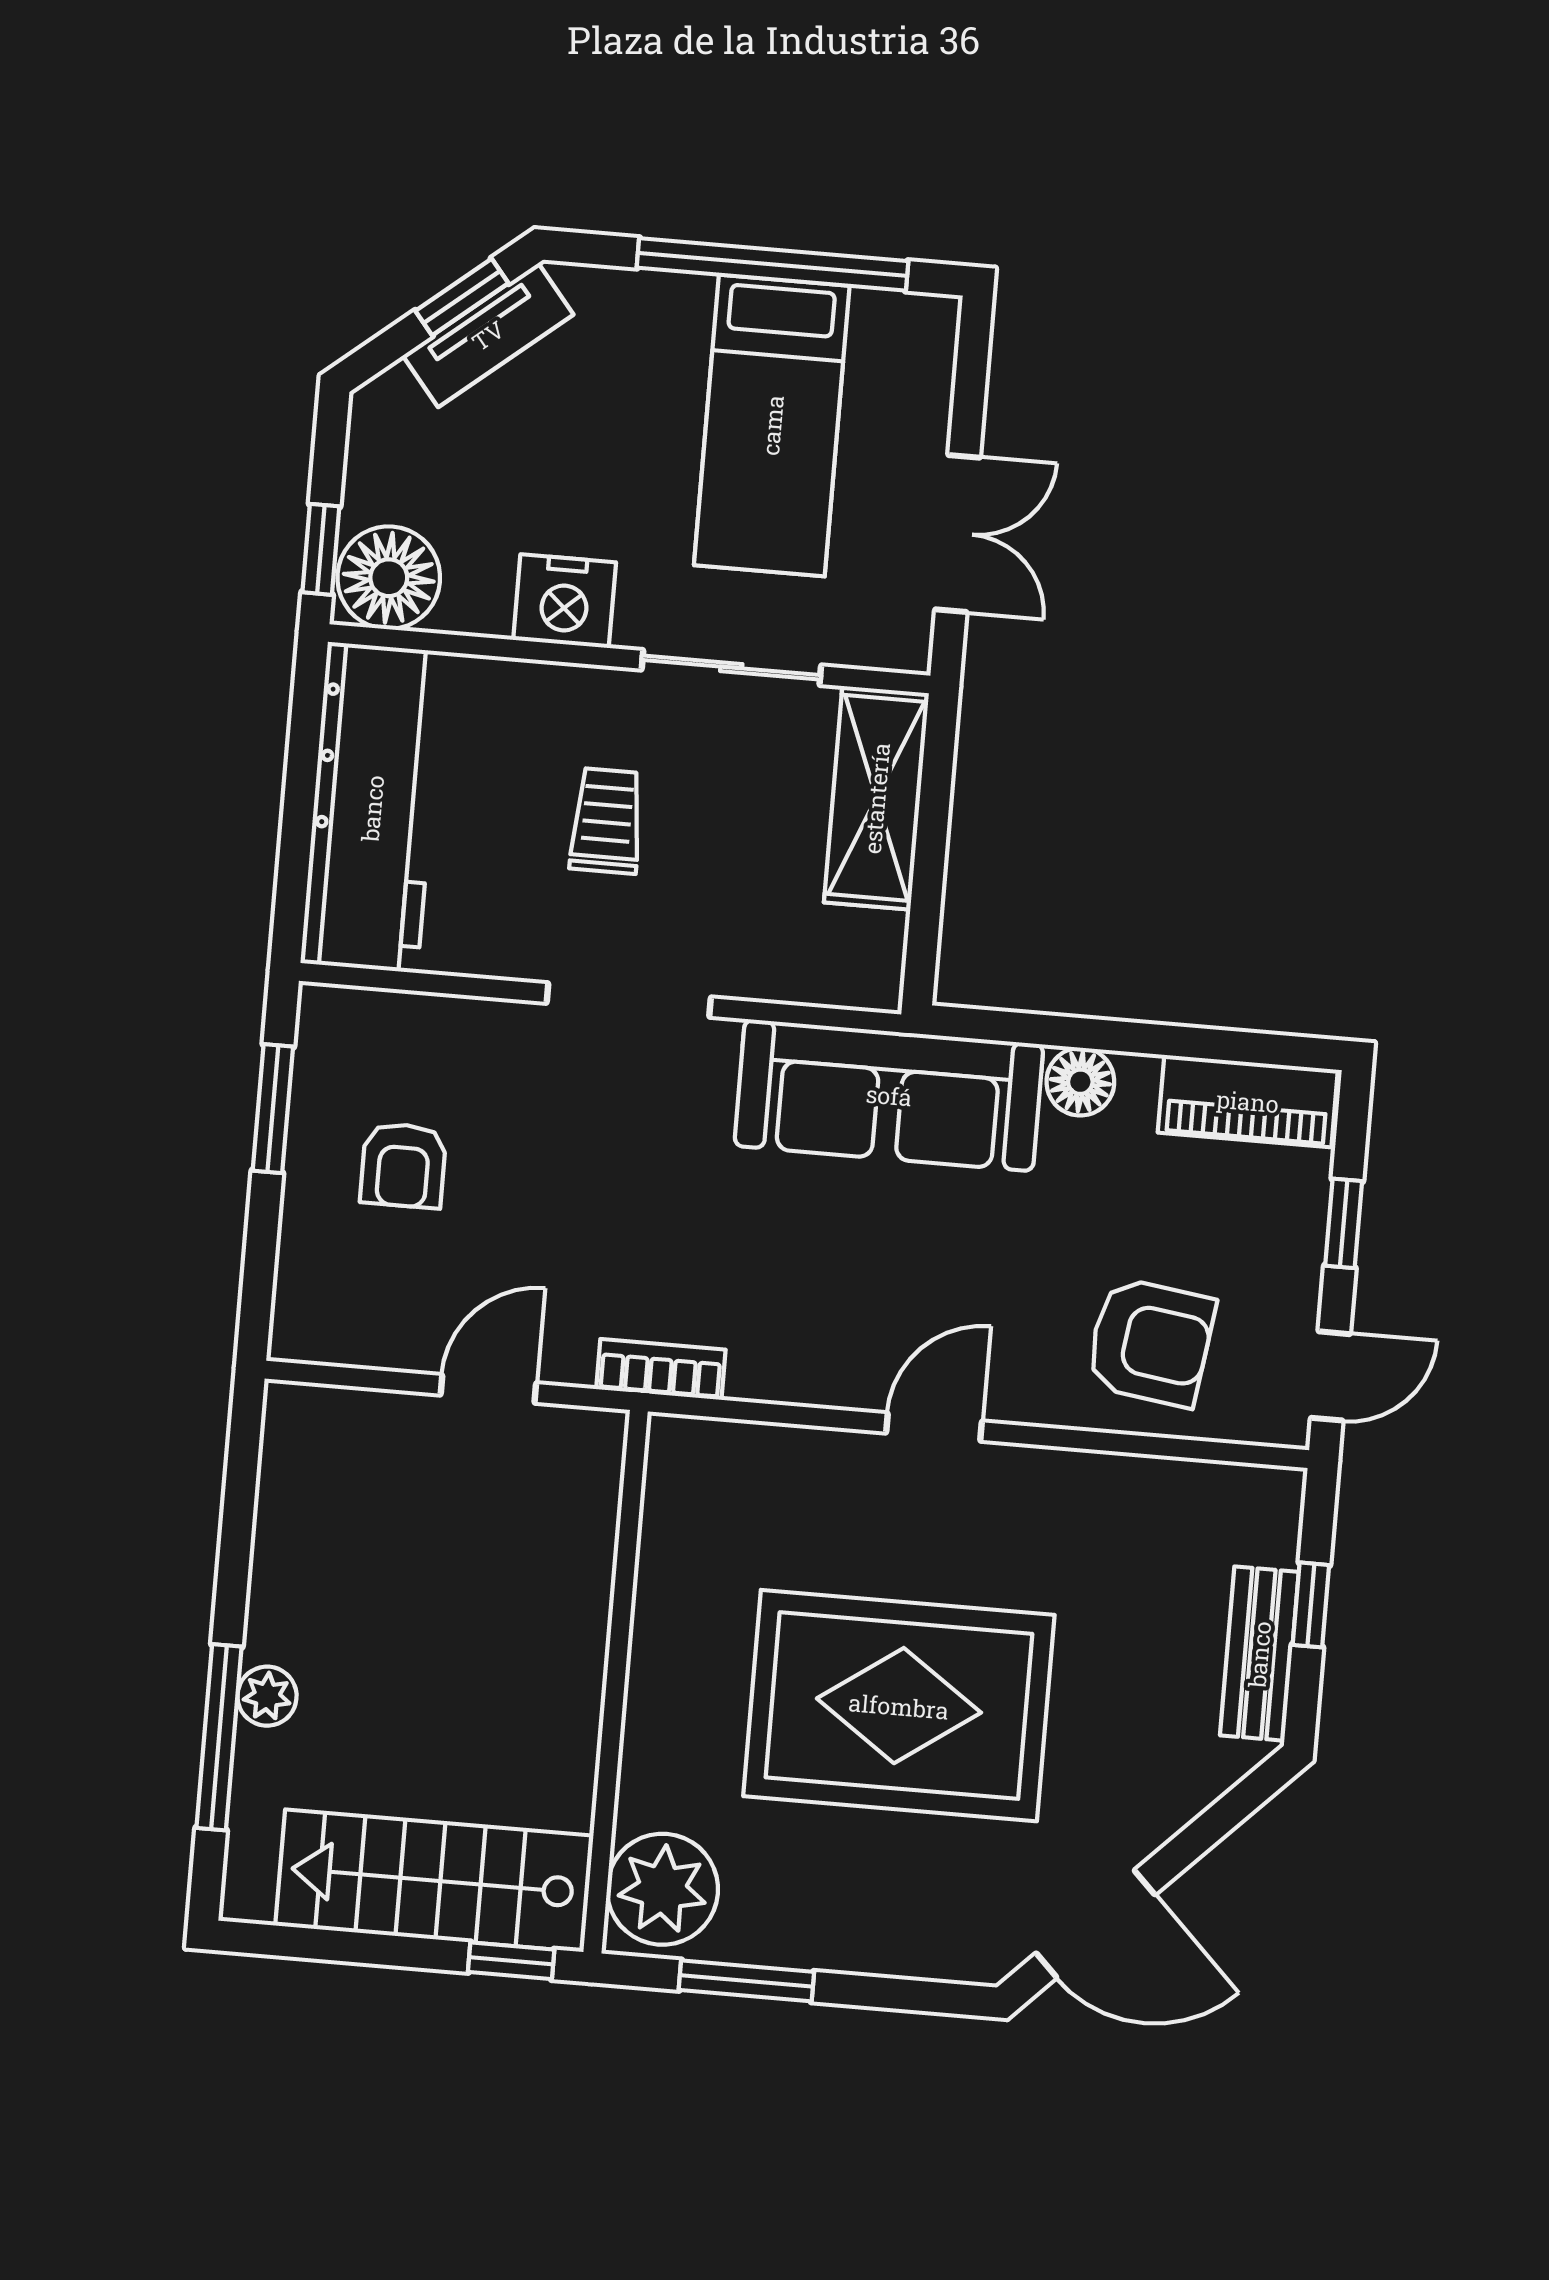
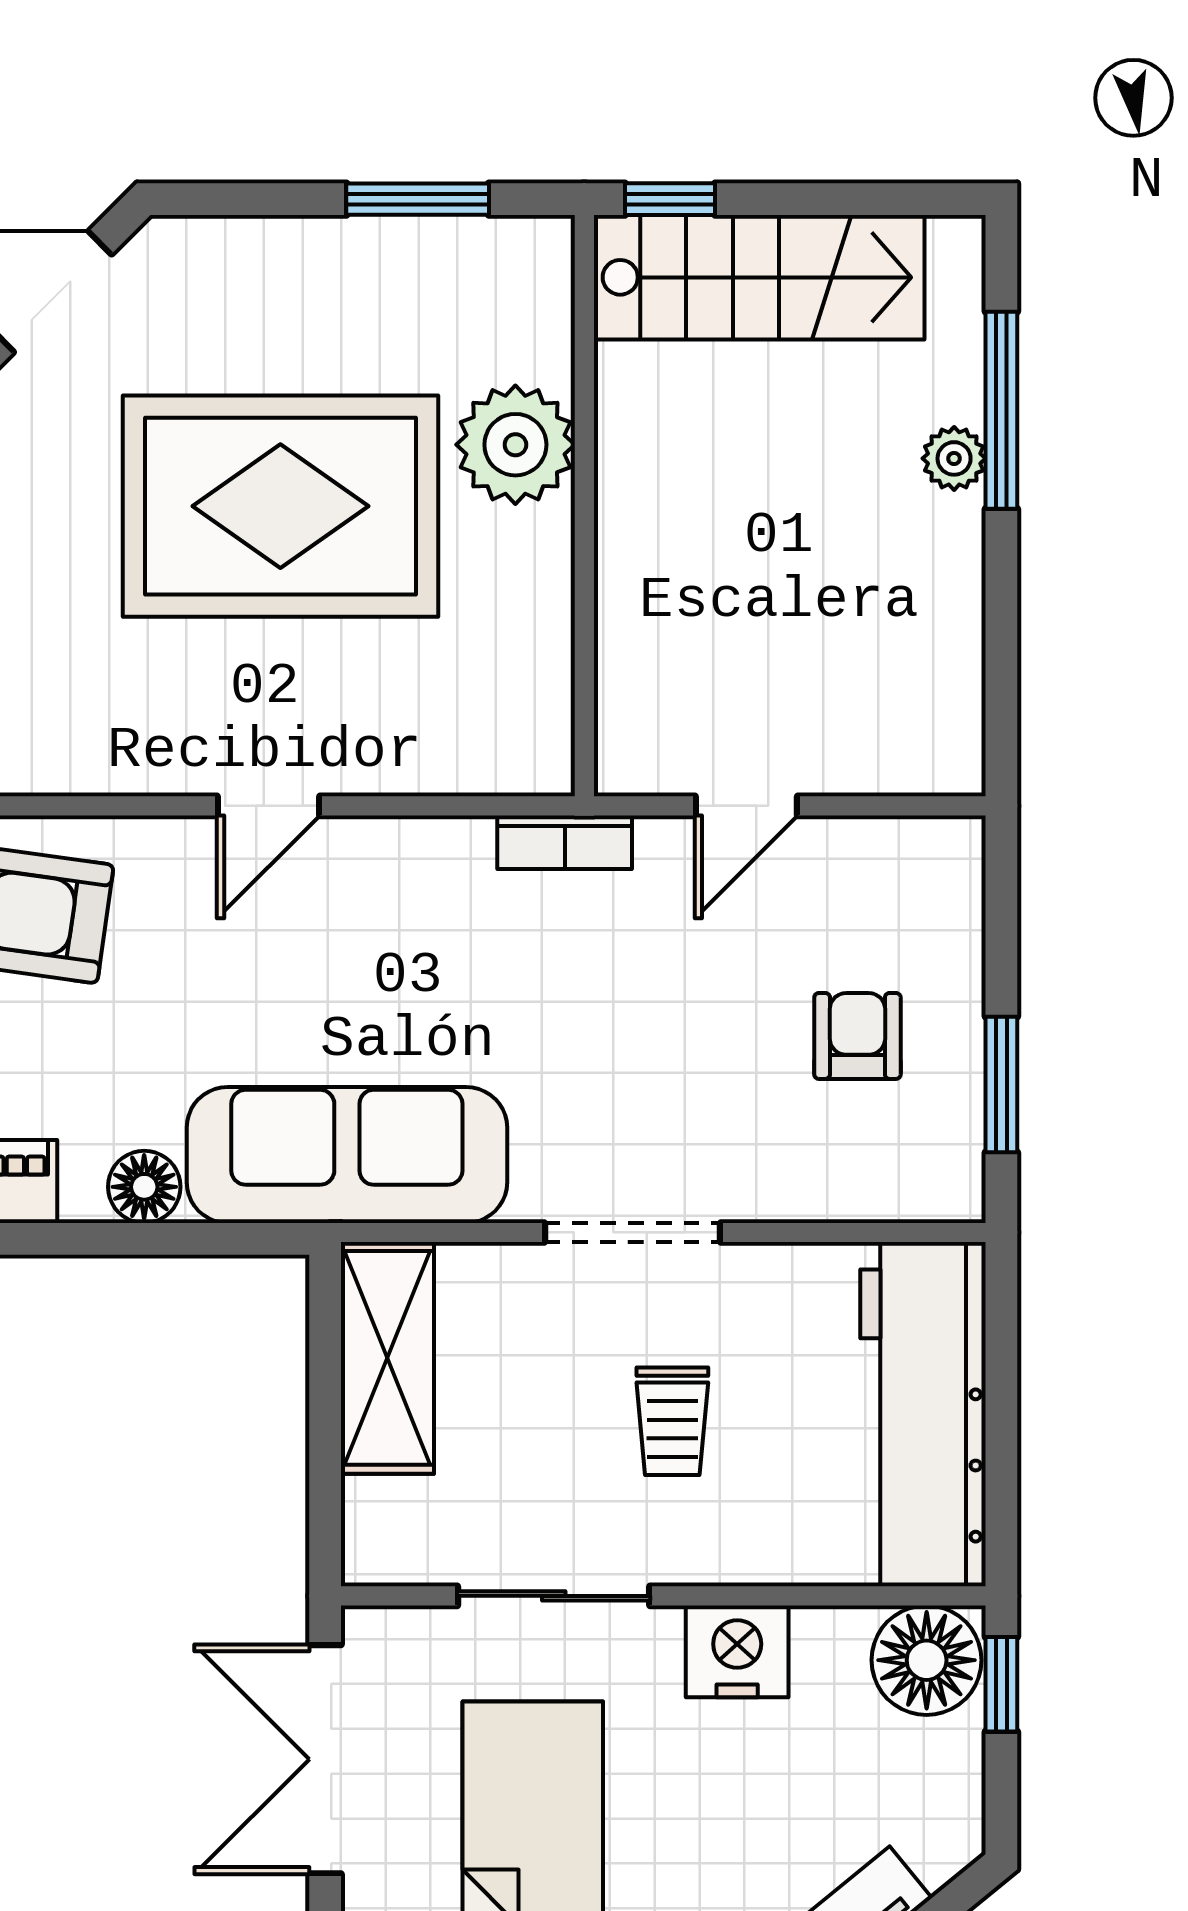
double door: (957, 533) -> (325, 1759), width x1.37
shelving: (876, 798) -> (387, 1358), moved
plant: (662, 1889) -> (515, 445), moved

